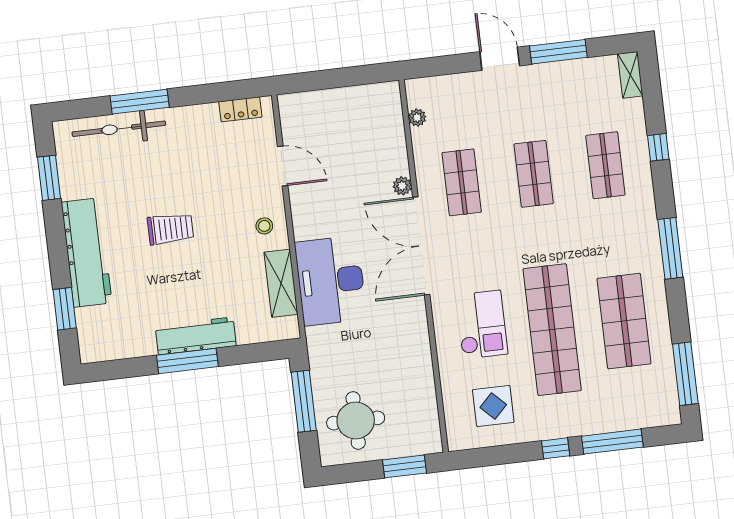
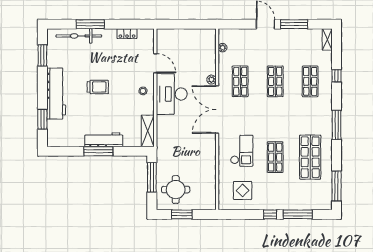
locker: (240, 109) -> (127, 34), moved
desk: (331, 281) -> (172, 94), moved
shelving: (281, 283) -> (148, 131), moved
shop shelf: (552, 330) -> (275, 157), width x0.50, depth x0.74
window: (404, 466) -> (182, 214), moved

